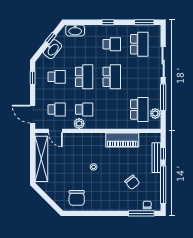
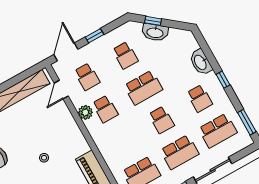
washbasin: (75, 30) -> (201, 62), moved
window: (51, 38) -> (153, 21), moved
school desk: (112, 77) -> (161, 120), width x0.54
school desk: (139, 77) -> (180, 152), added
window: (33, 78) -> (95, 36), moved

